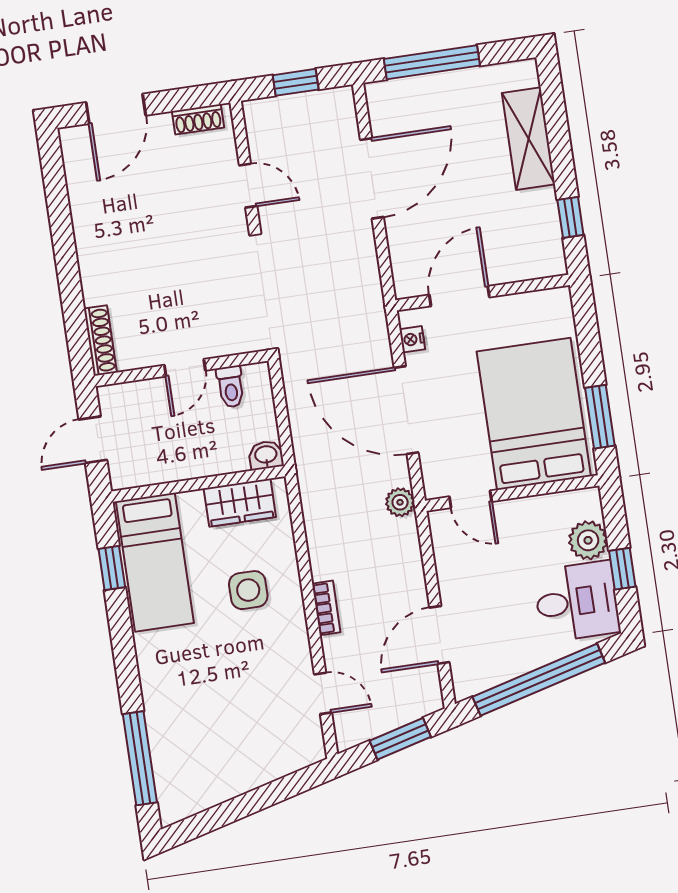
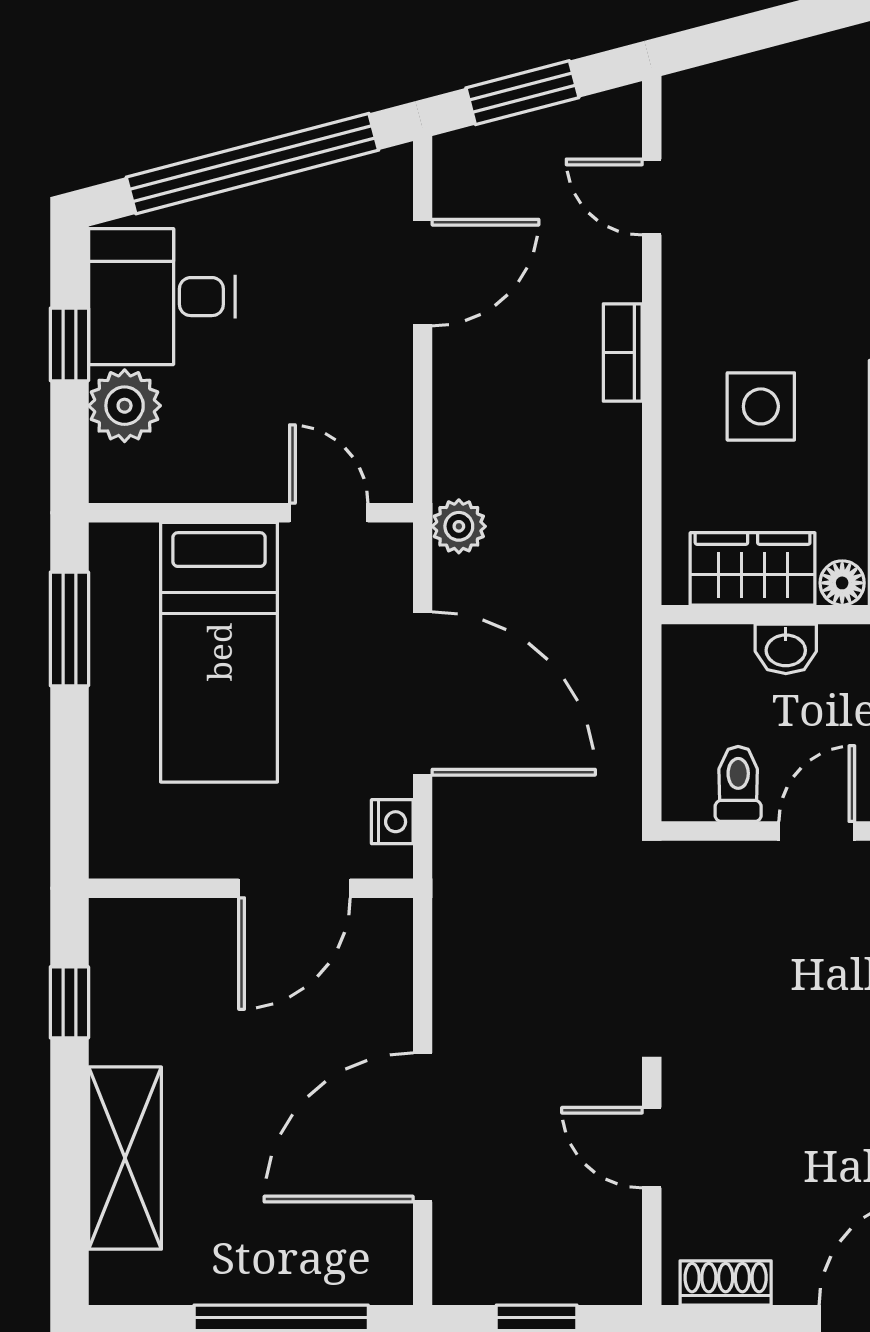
bed: (534, 414) -> (219, 652), width x0.67
washbasin: (266, 455) -> (786, 649), moved
floor lamp: (191, 502) -> (842, 583), added

